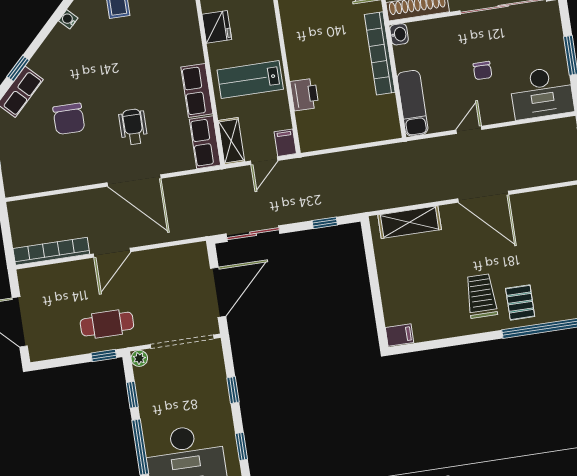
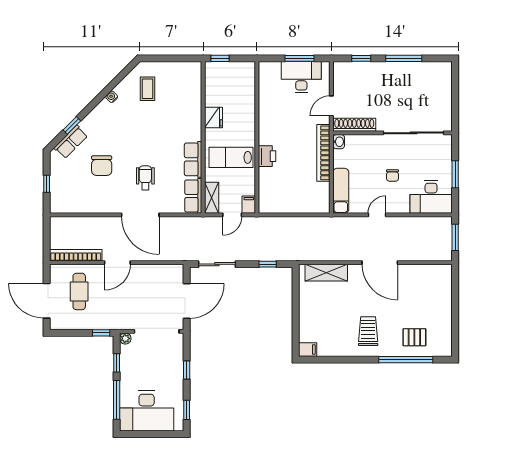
printer: (304, 95) -> (267, 156), moved
pallet: (520, 302) -> (414, 337), moved, turned 90
cafe table: (107, 324) -> (79, 291), moved, turned 90

